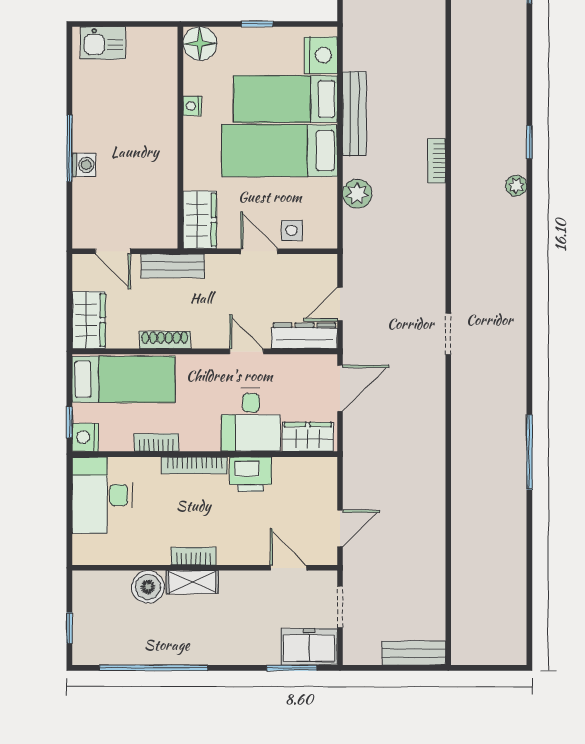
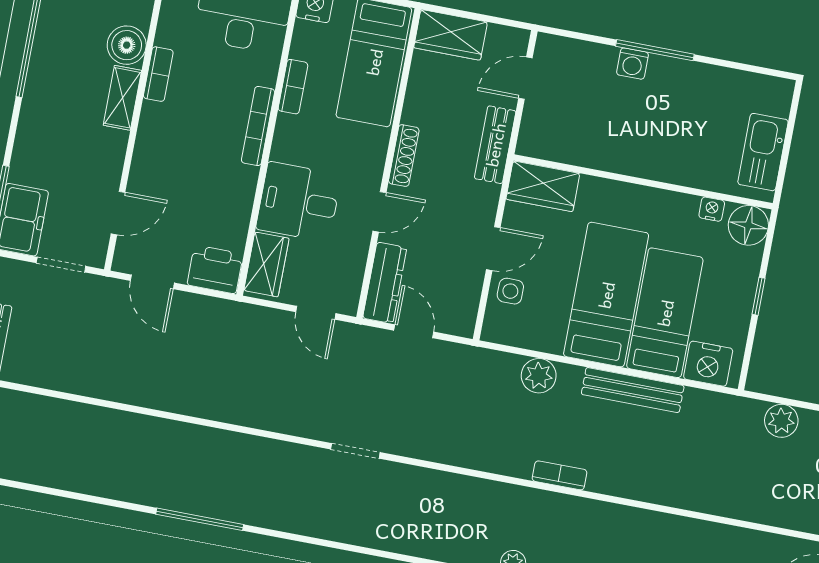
kitchen sink: (103, 43) -> (763, 152), moved, width x1.38
nightstand: (192, 106) -> (712, 209), moved
shoe rack: (165, 340) -> (404, 156), moved
door: (340, 388) -> (316, 313), width x0.73
printer: (251, 474) -> (215, 269), moved, turned 90
bookcase: (194, 556) -> (158, 74), moved

